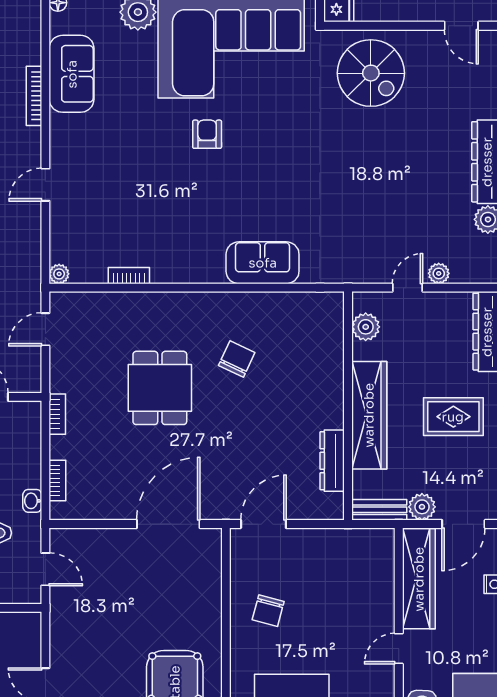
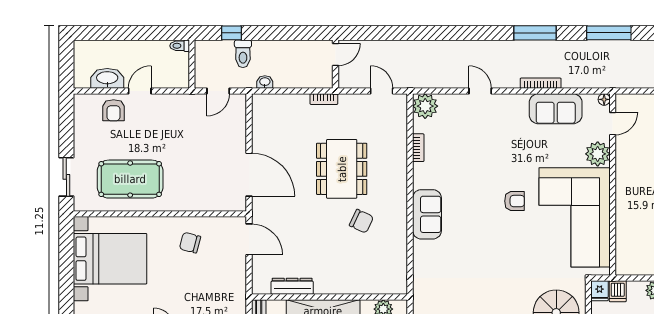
sofa: (263, 263) -> (427, 214), moved
plant: (59, 274) -> (425, 106), width x1.87, depth x1.87
dining table: (160, 388) -> (342, 169), width x1.37
bookcase: (57, 480) -> (279, 99), removed

